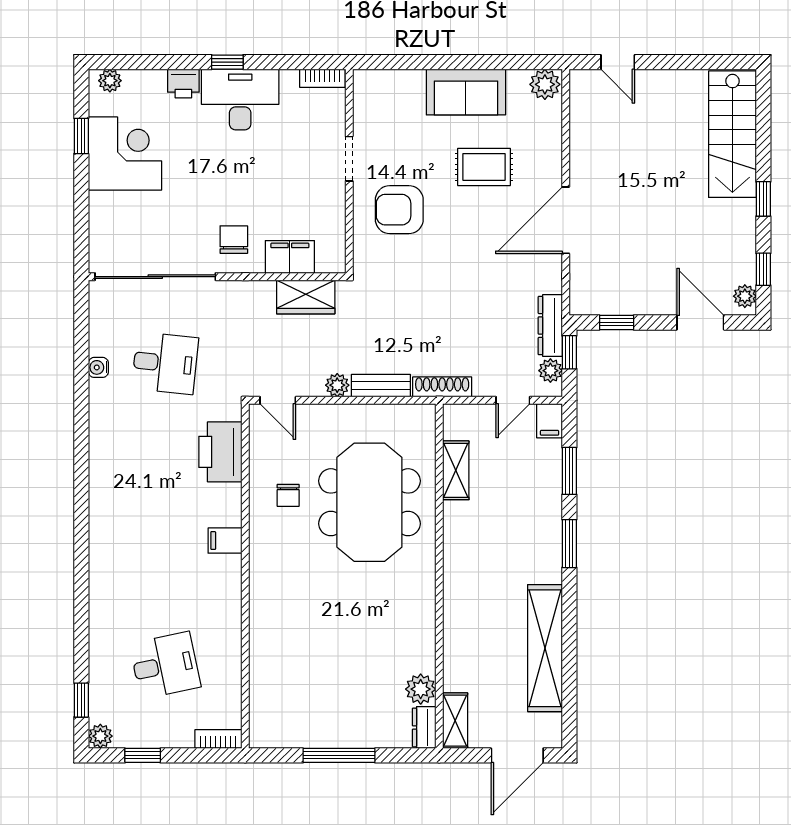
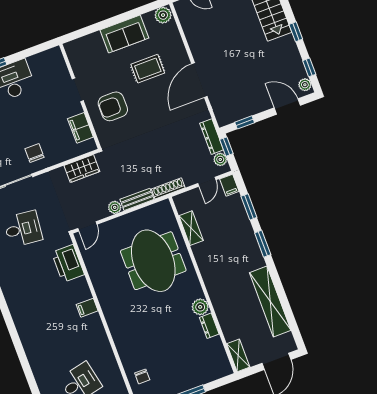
bookcase: (322, 78) -> (49, 54), removed
filing cabinet: (290, 257) -> (80, 128), moved, turned -90
door: (278, 400) -> (87, 226), hinge flipped
chair: (288, 495) -> (142, 376), moved
plant: (421, 689) -> (200, 307), moved
dresser: (424, 727) -> (209, 326), moved

